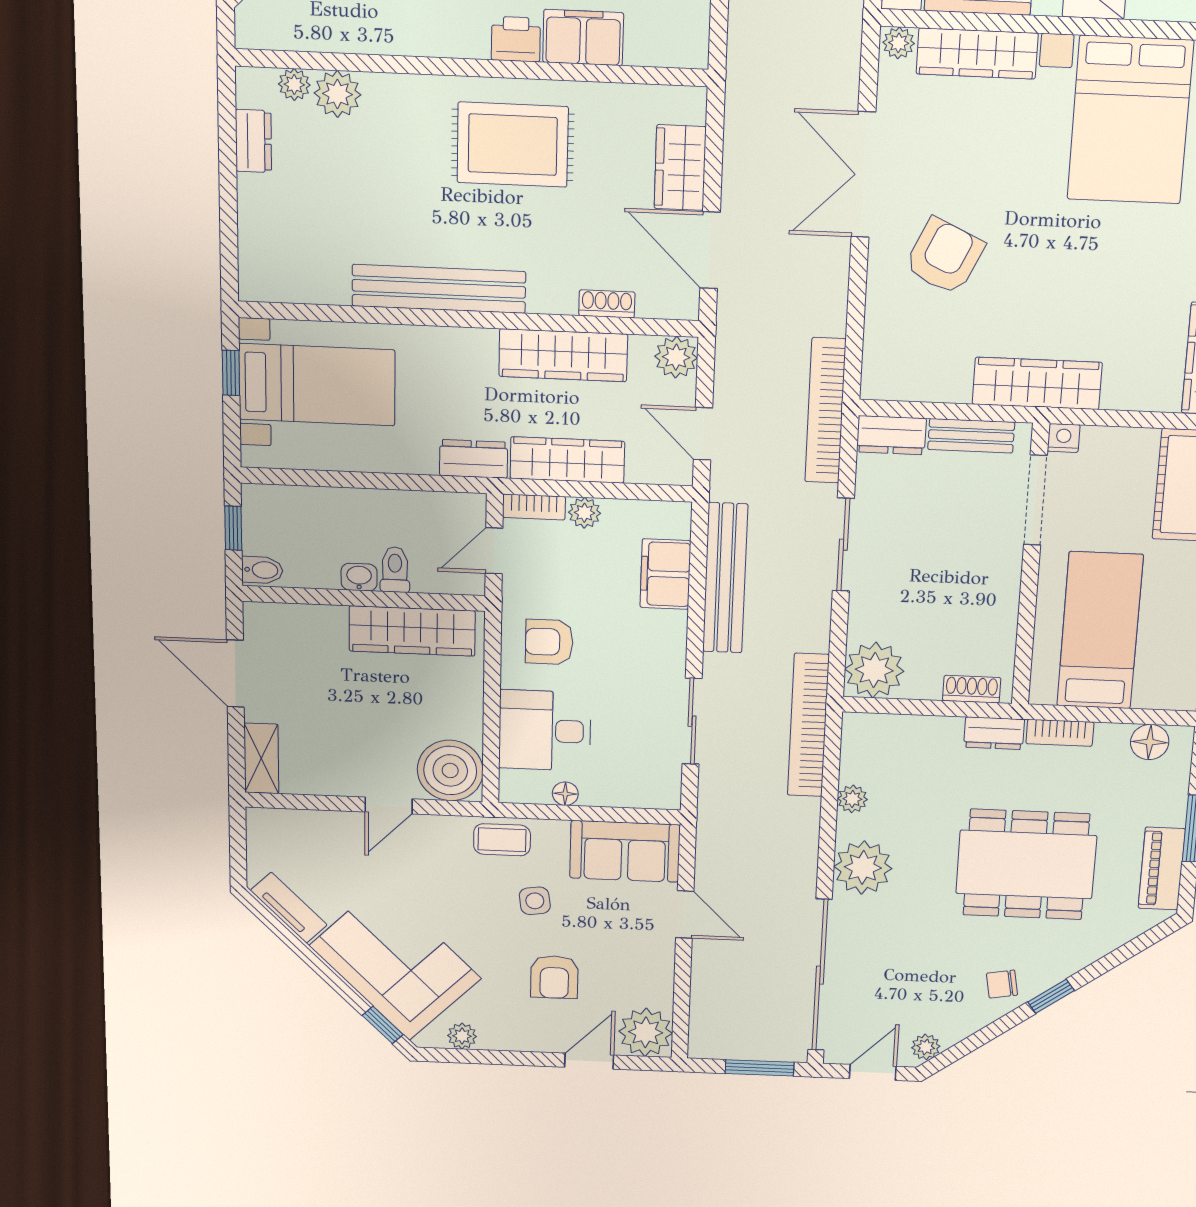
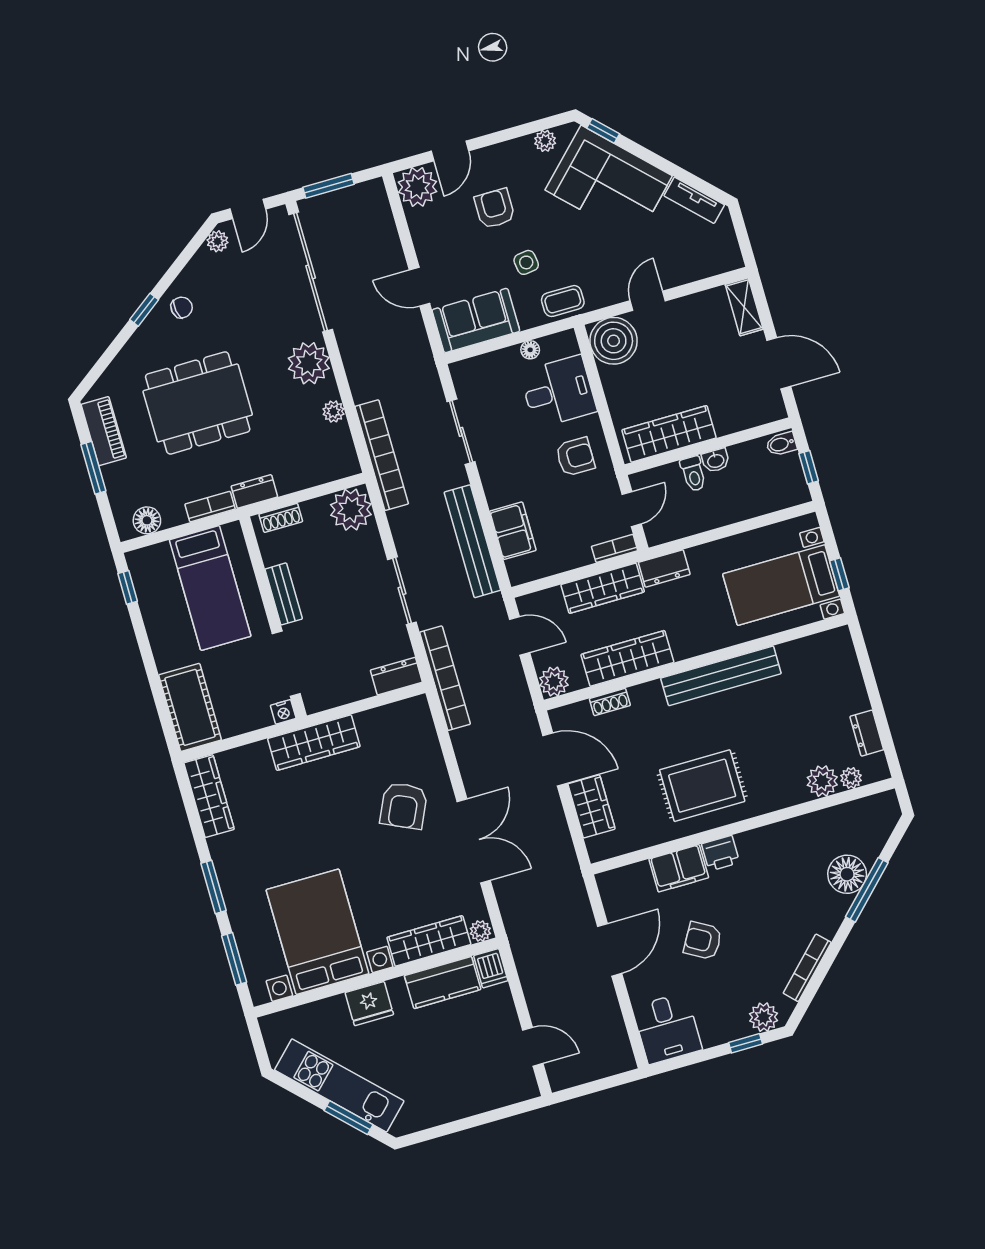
bench: (971, 436) -> (284, 594), moved, turned 90
plant: (584, 513) -> (580, 556), removed

